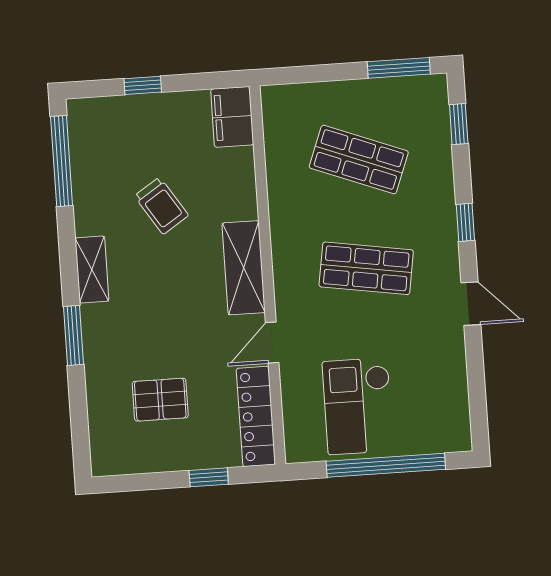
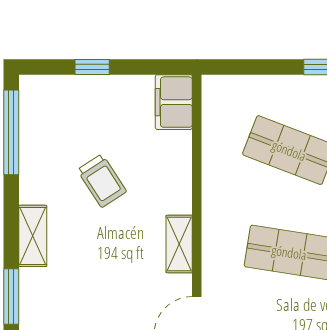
shelving: (244, 268) -> (179, 244), width x0.67, depth x0.75

